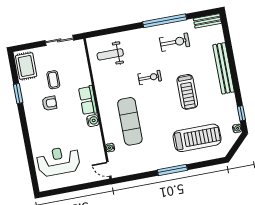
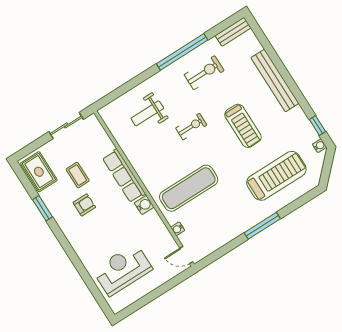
weight bench: (110, 54) -> (147, 113), moved
row of seats: (88, 100) -> (124, 176), width x1.48
exercise mat: (130, 121) -> (189, 188), turned 90

